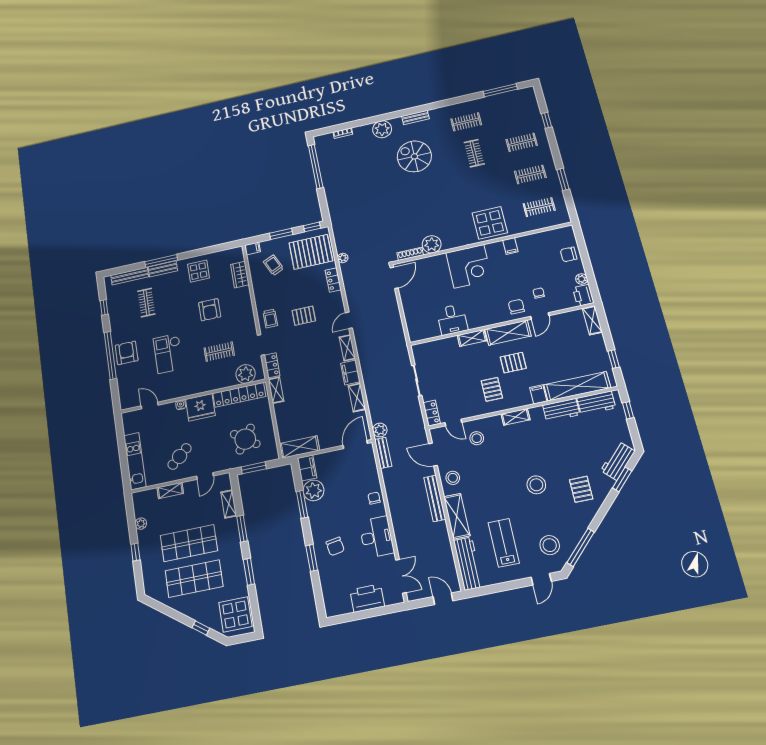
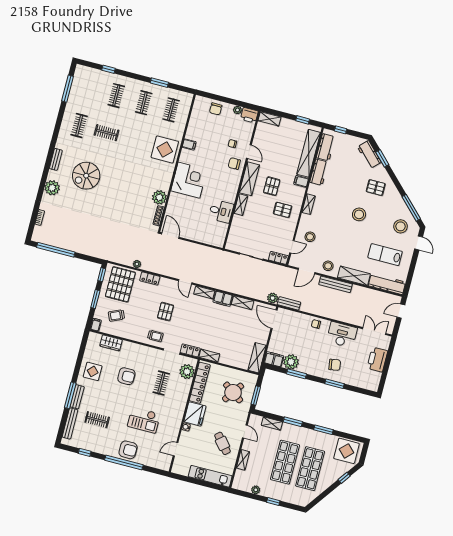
armchair: (127, 353) -> (128, 450), turned 180

